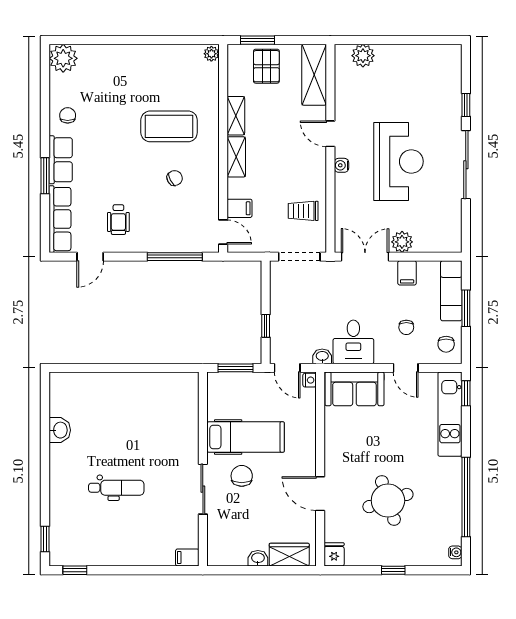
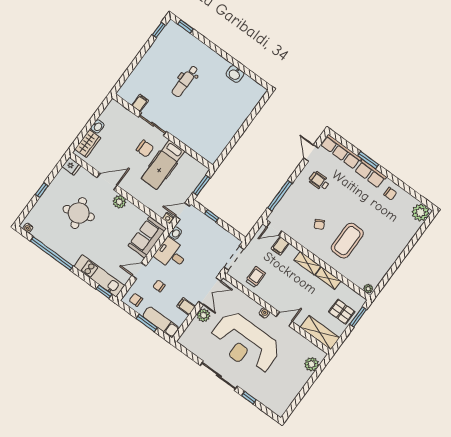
reception desk: (399, 161) -> (245, 343), width x1.36, depth x1.30
plant: (335, 458) -> (119, 202), added
filing cabinet: (187, 557) -> (140, 103), moved

